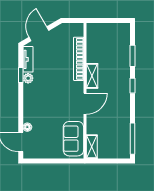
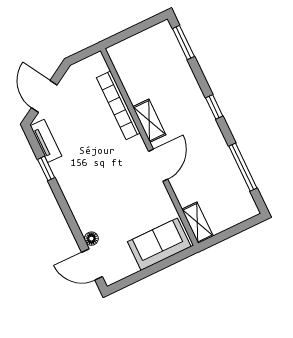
window: (133, 56) -> (183, 43), moved
plant: (28, 78) -> (59, 168), removed
sofa: (73, 139) -> (159, 244), moved, turned 90
window: (133, 139) -> (243, 167), moved

